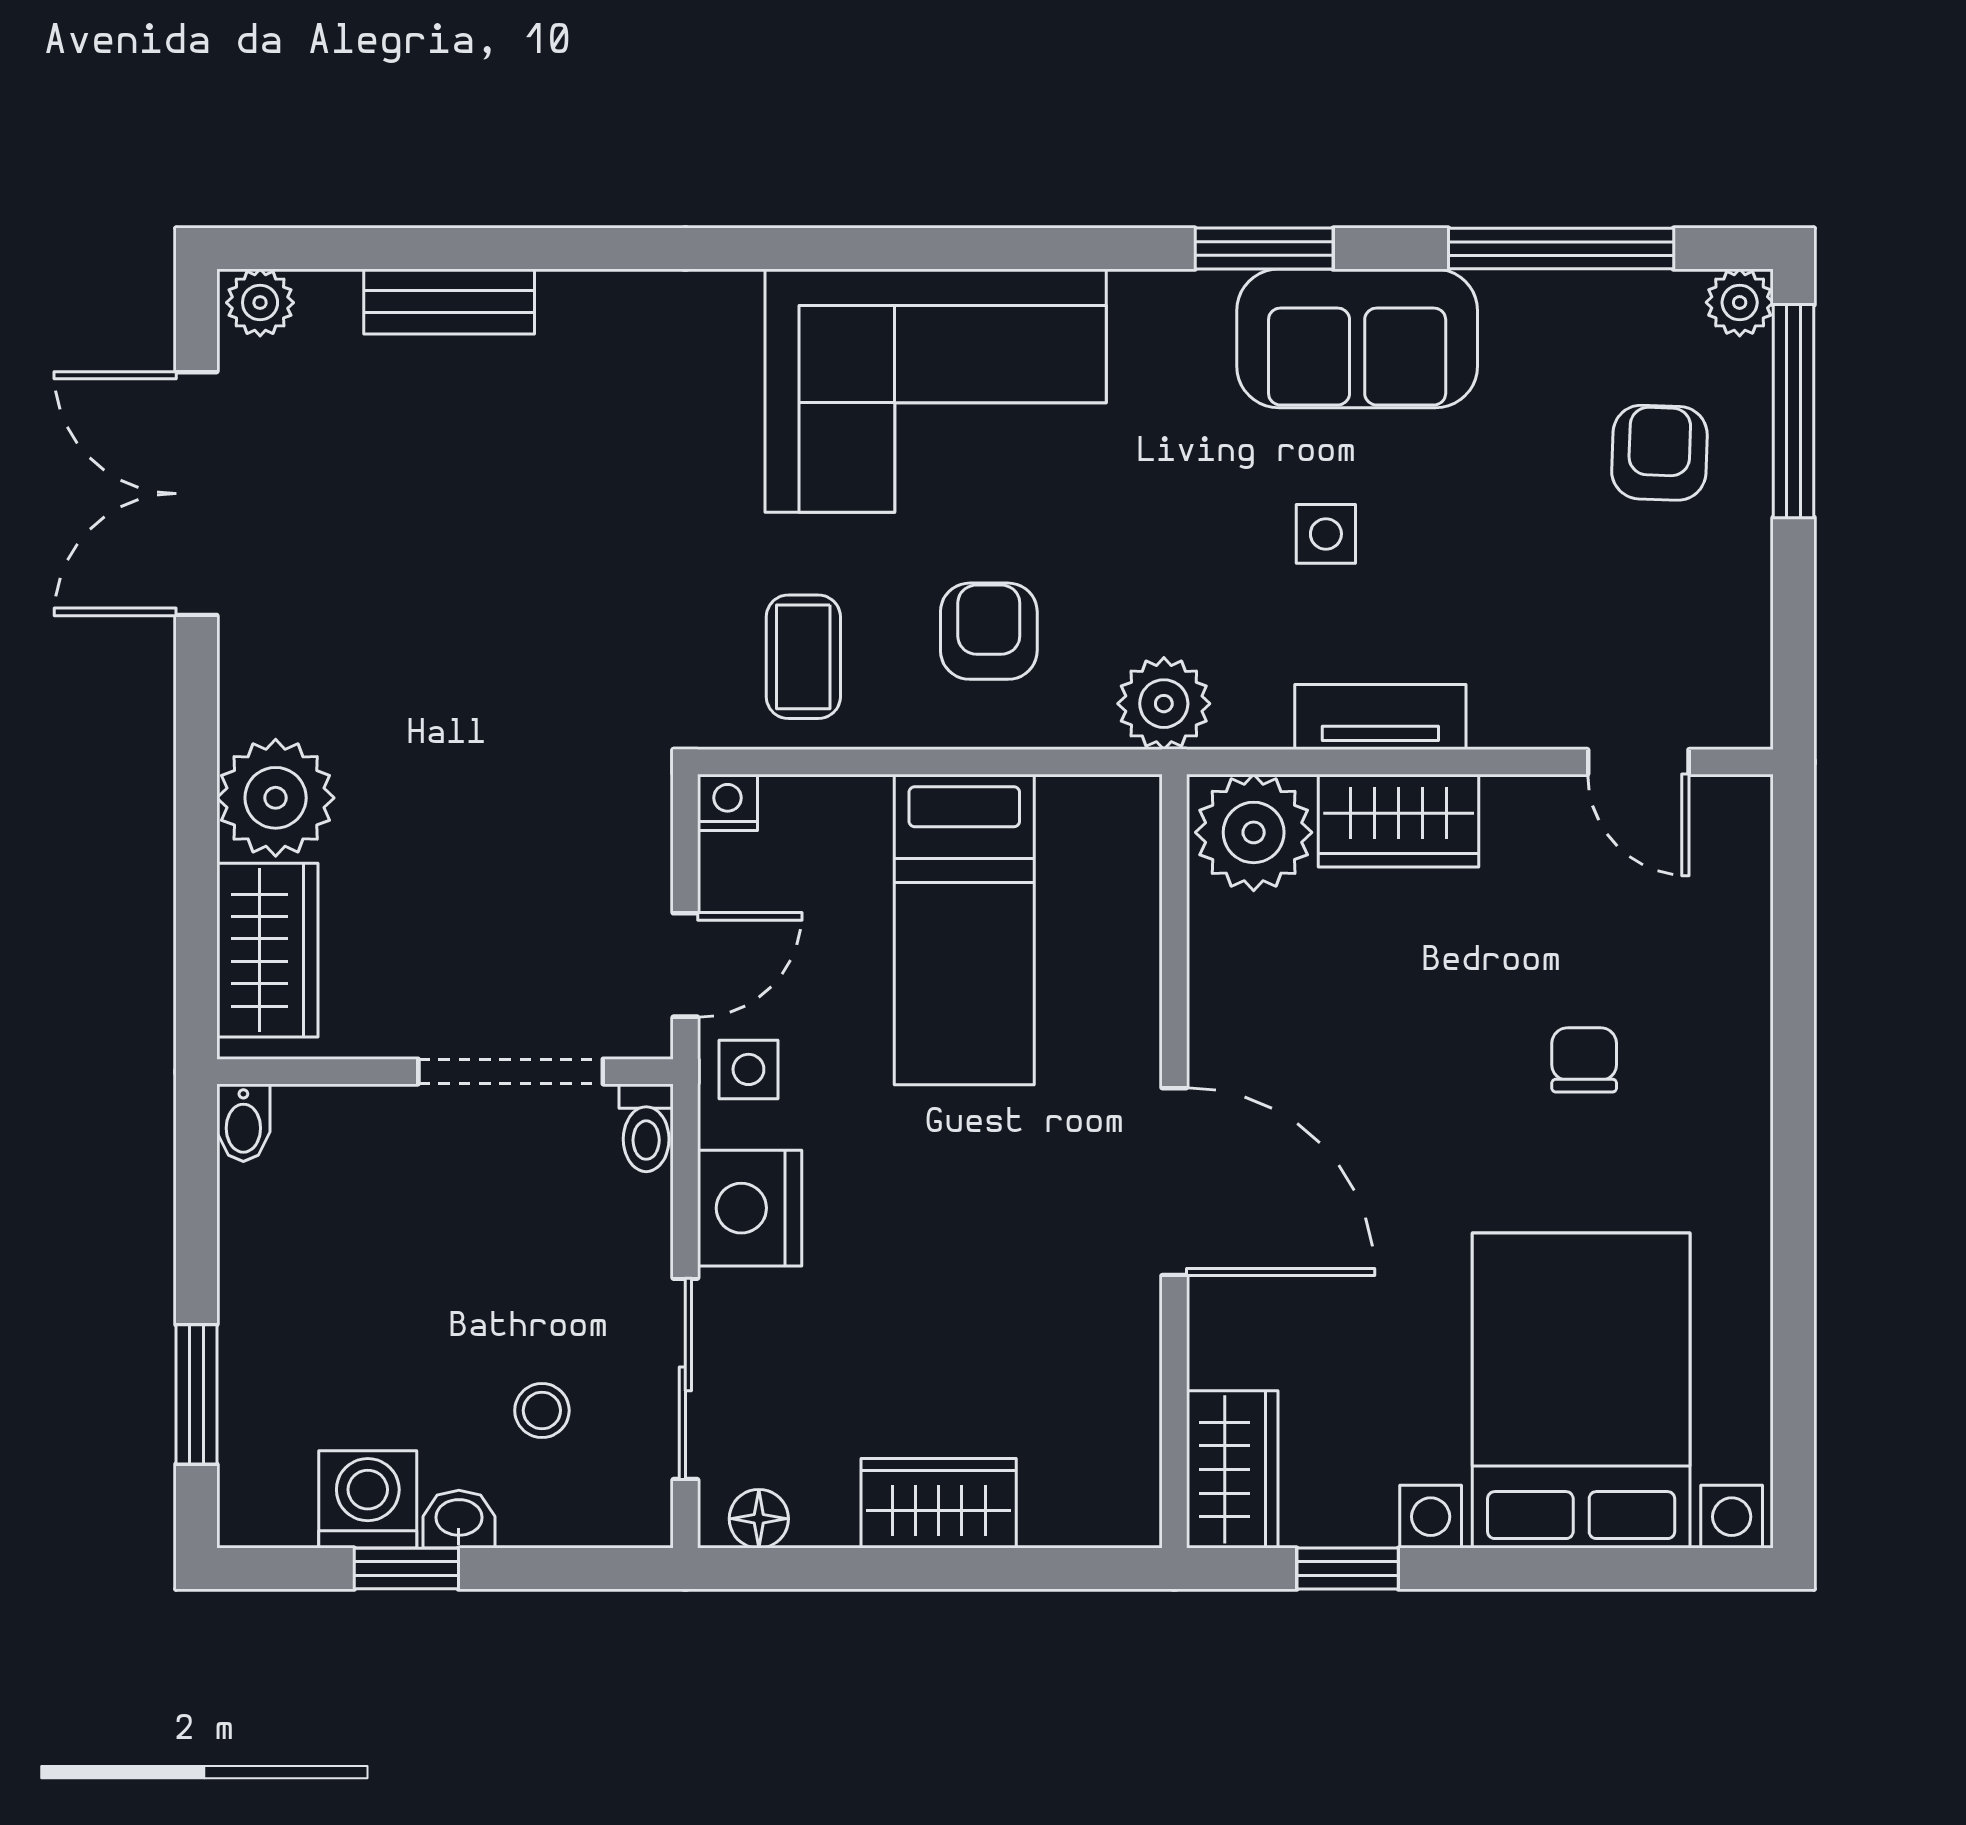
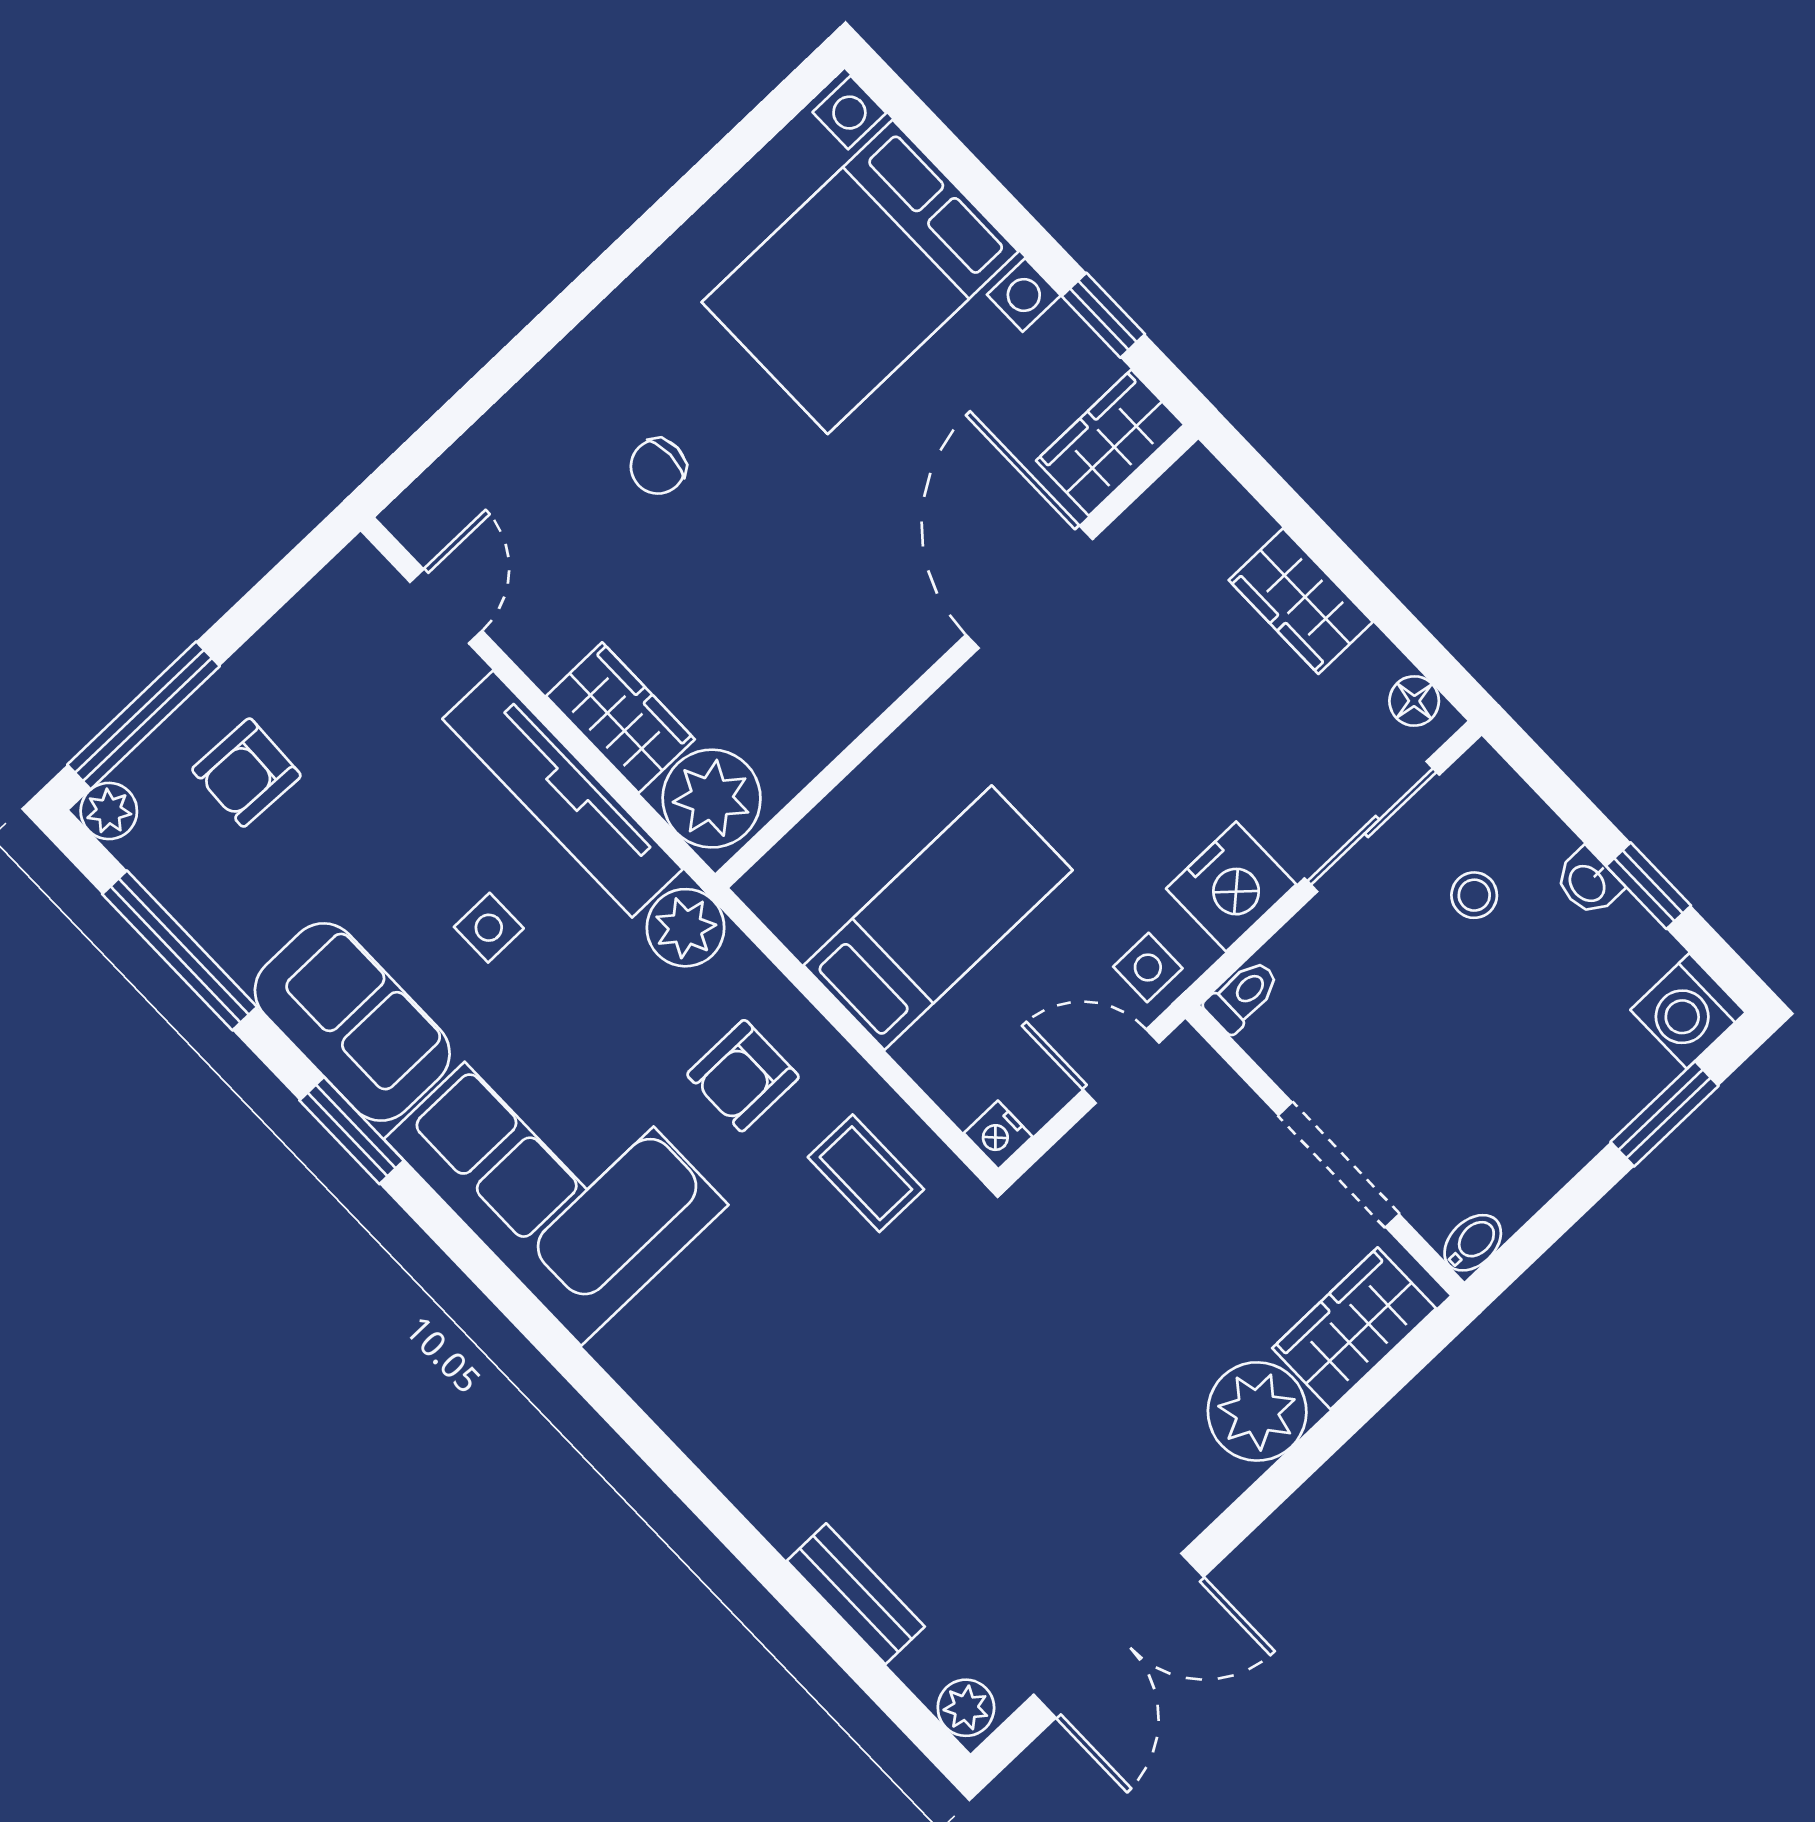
corner sofa: (936, 391) -> (556, 1172), moved
coffee table: (803, 657) -> (866, 1173), turned 90
tv unit: (1380, 717) -> (563, 794), width x1.92, depth x1.29
doorway: (511, 1072) -> (1339, 1165), moved
door: (1174, 1182) -> (1029, 587), moved
washing machine: (368, 1499) -> (1688, 1011), moved

